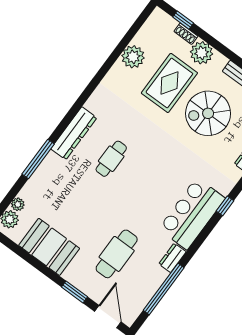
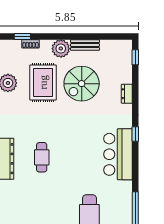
plant: (201, 53) -> (61, 49), moved
dresser: (172, 258) -> (126, 191), removed

